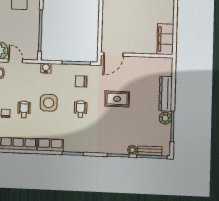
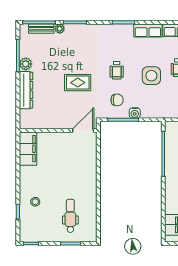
water cooler: (46, 68) -> (135, 113), moved

